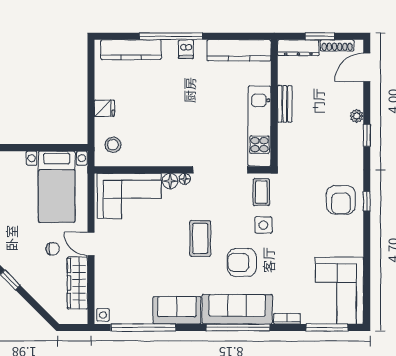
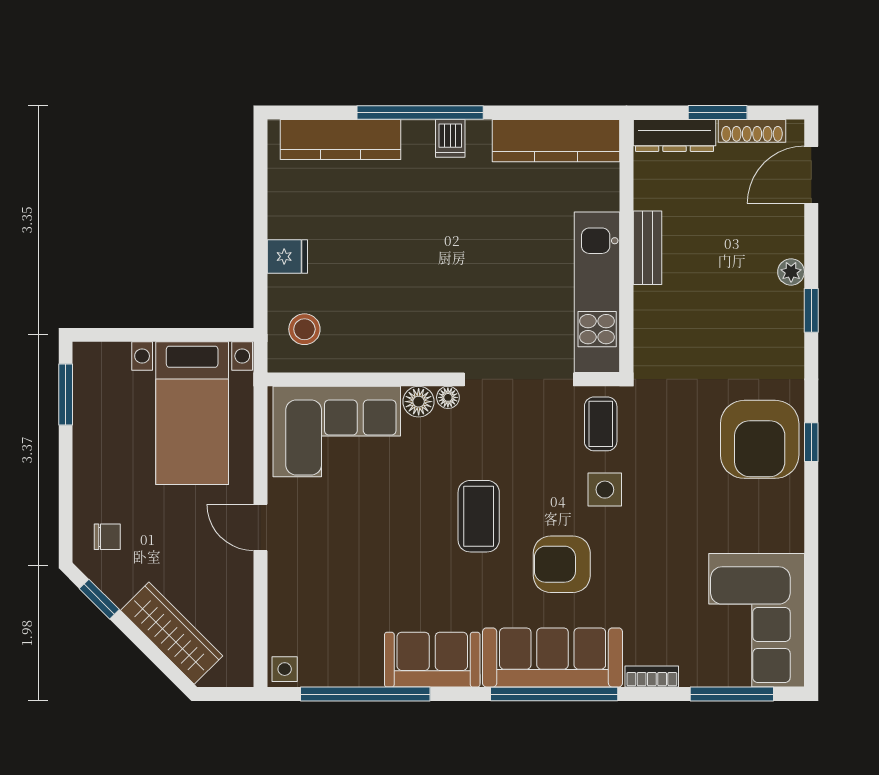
armchair: (341, 200) -> (760, 439), width x1.36, depth x1.36
chair: (53, 249) -> (107, 537), moved
wardrobe: (77, 283) -> (172, 633), moved, turned 135

